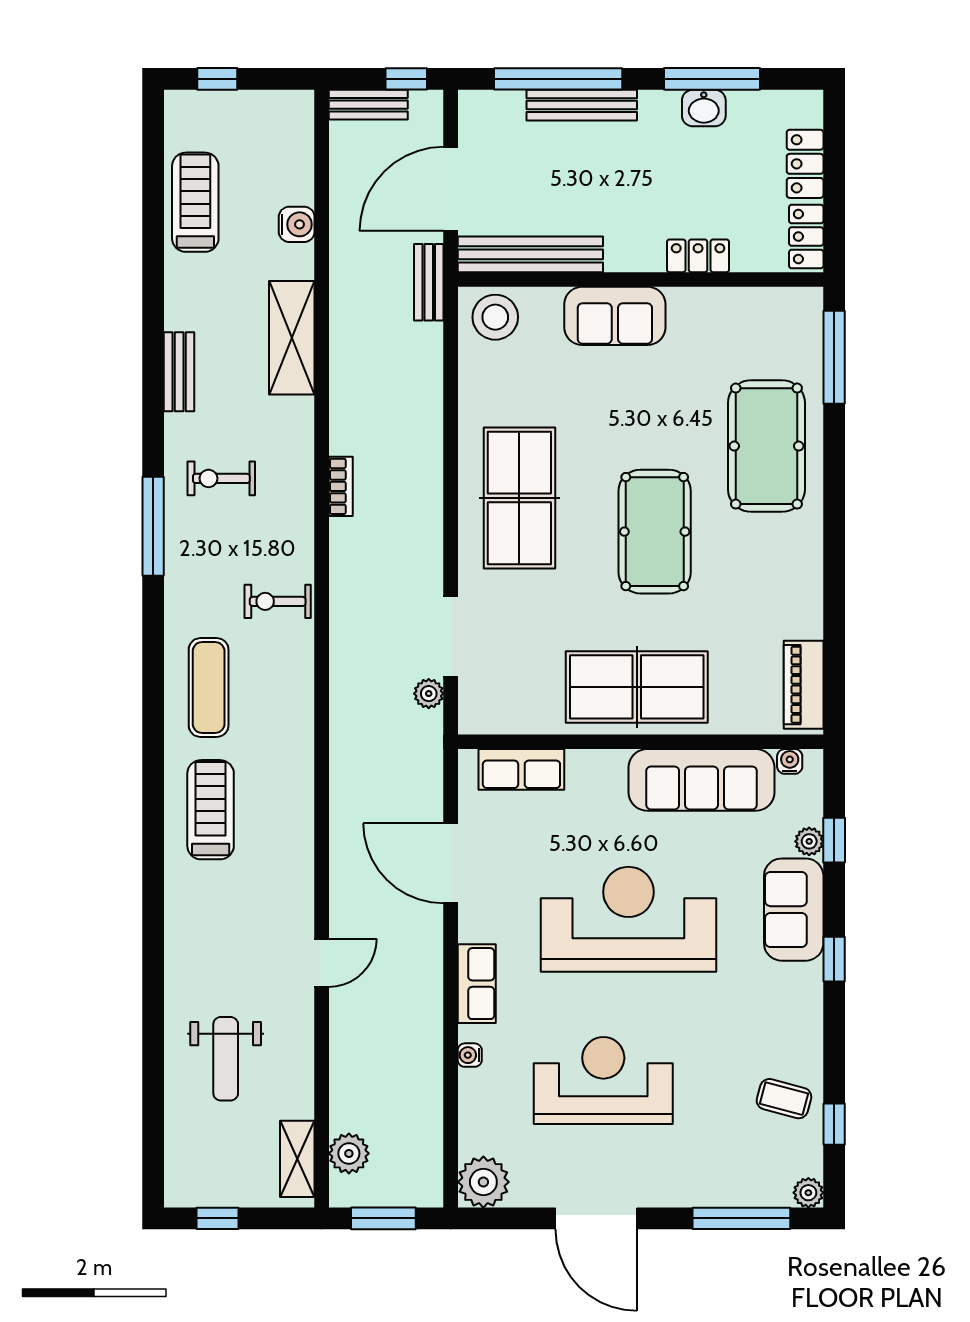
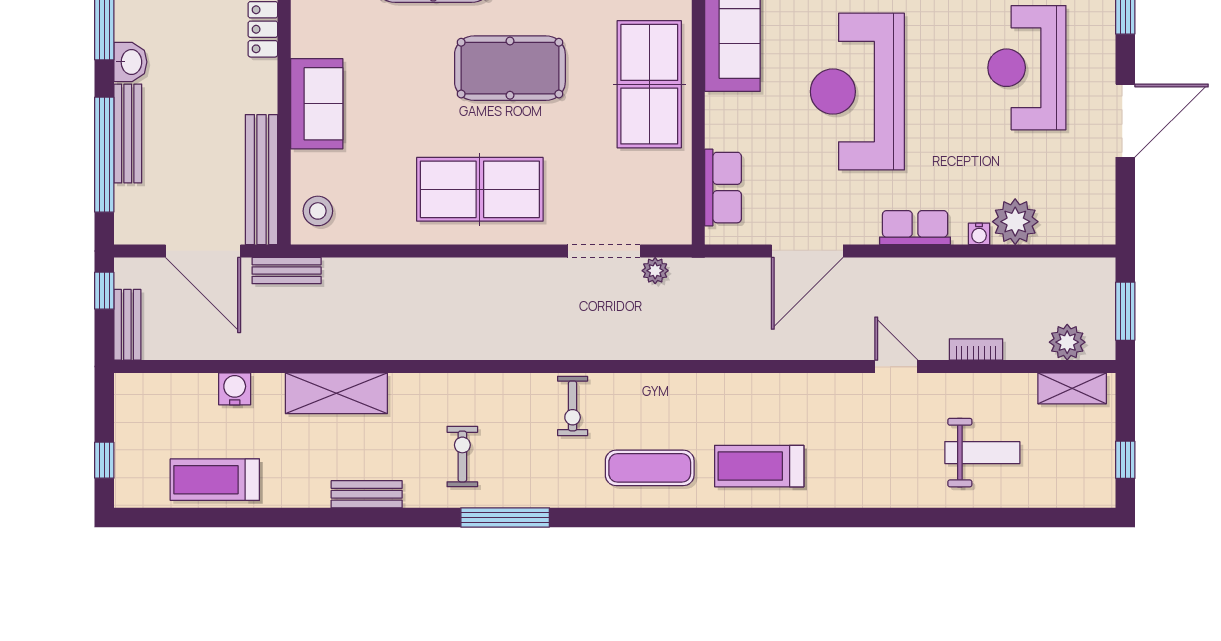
washbasin: (704, 108) -> (130, 62), moved
stool: (495, 317) -> (318, 211), width x0.73, depth x0.73
exercise bike: (221, 478) -> (462, 456), turned 180
bookcase: (341, 486) -> (976, 349), moved
reception desk: (603, 1080) -> (1027, 68), moved
plant: (483, 1182) -> (1015, 222), moved

